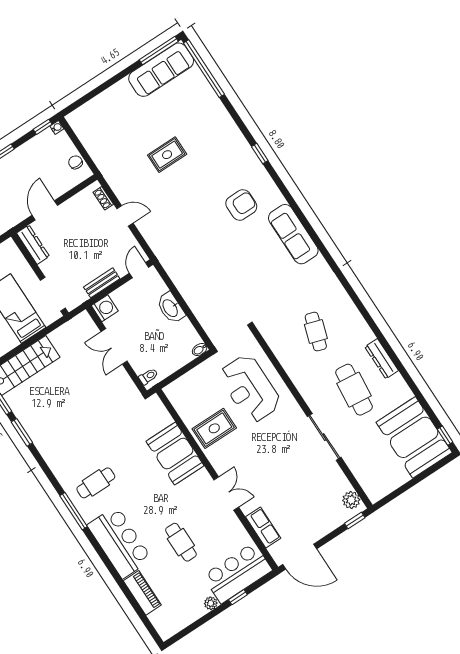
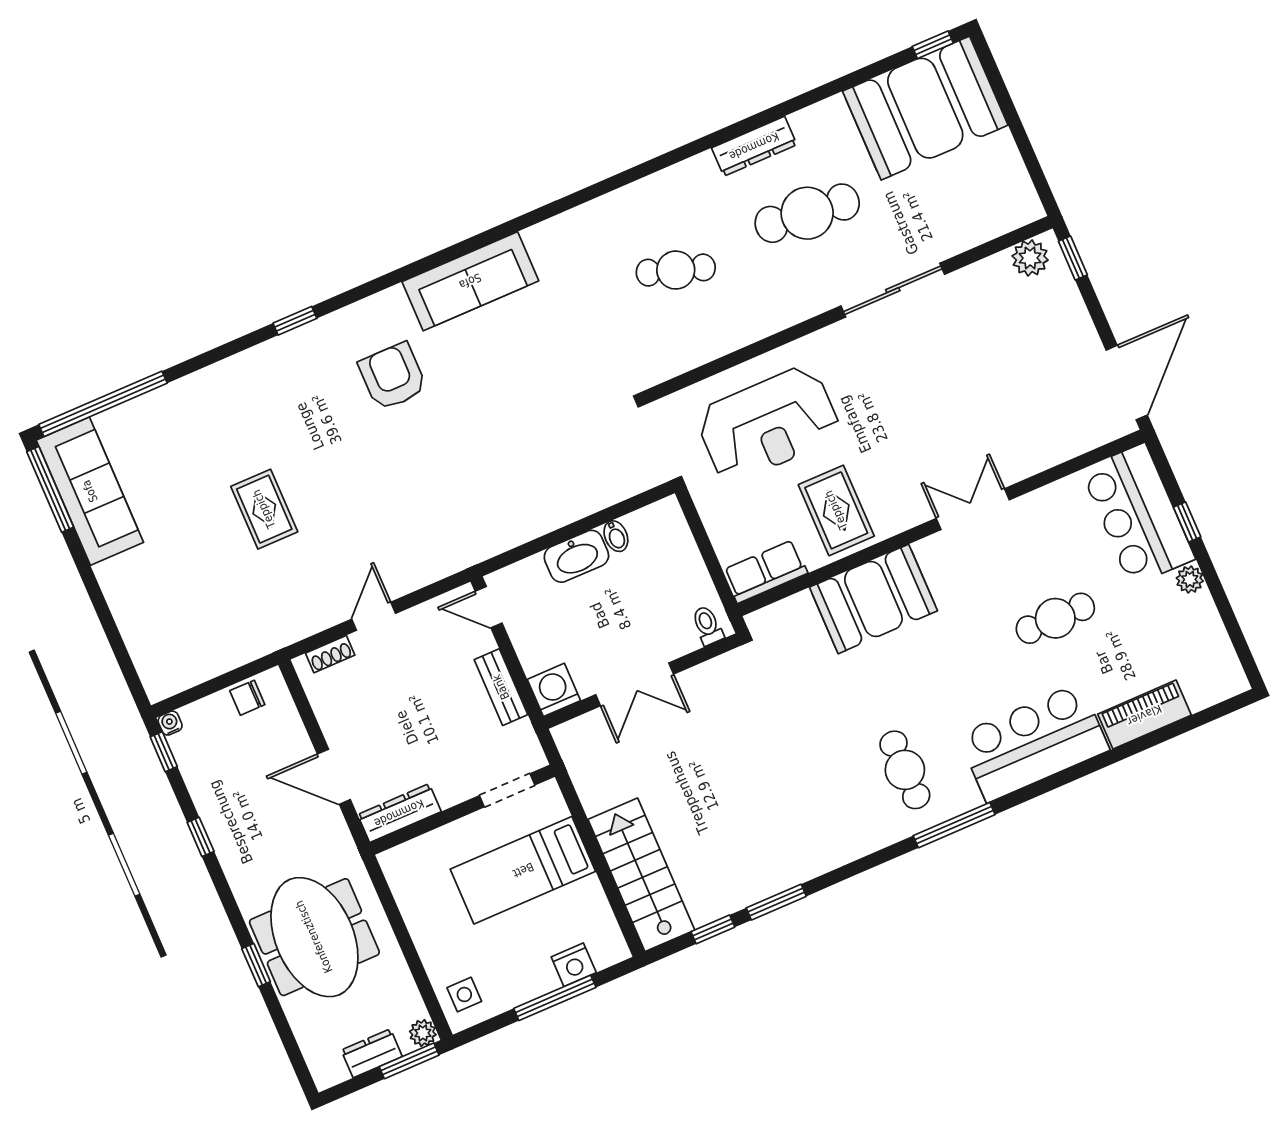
doorway: (53, 294) -> (507, 790), width x0.73
bidet: (200, 350) -> (616, 536), moved
row of seats: (263, 528) -> (765, 571), moved

